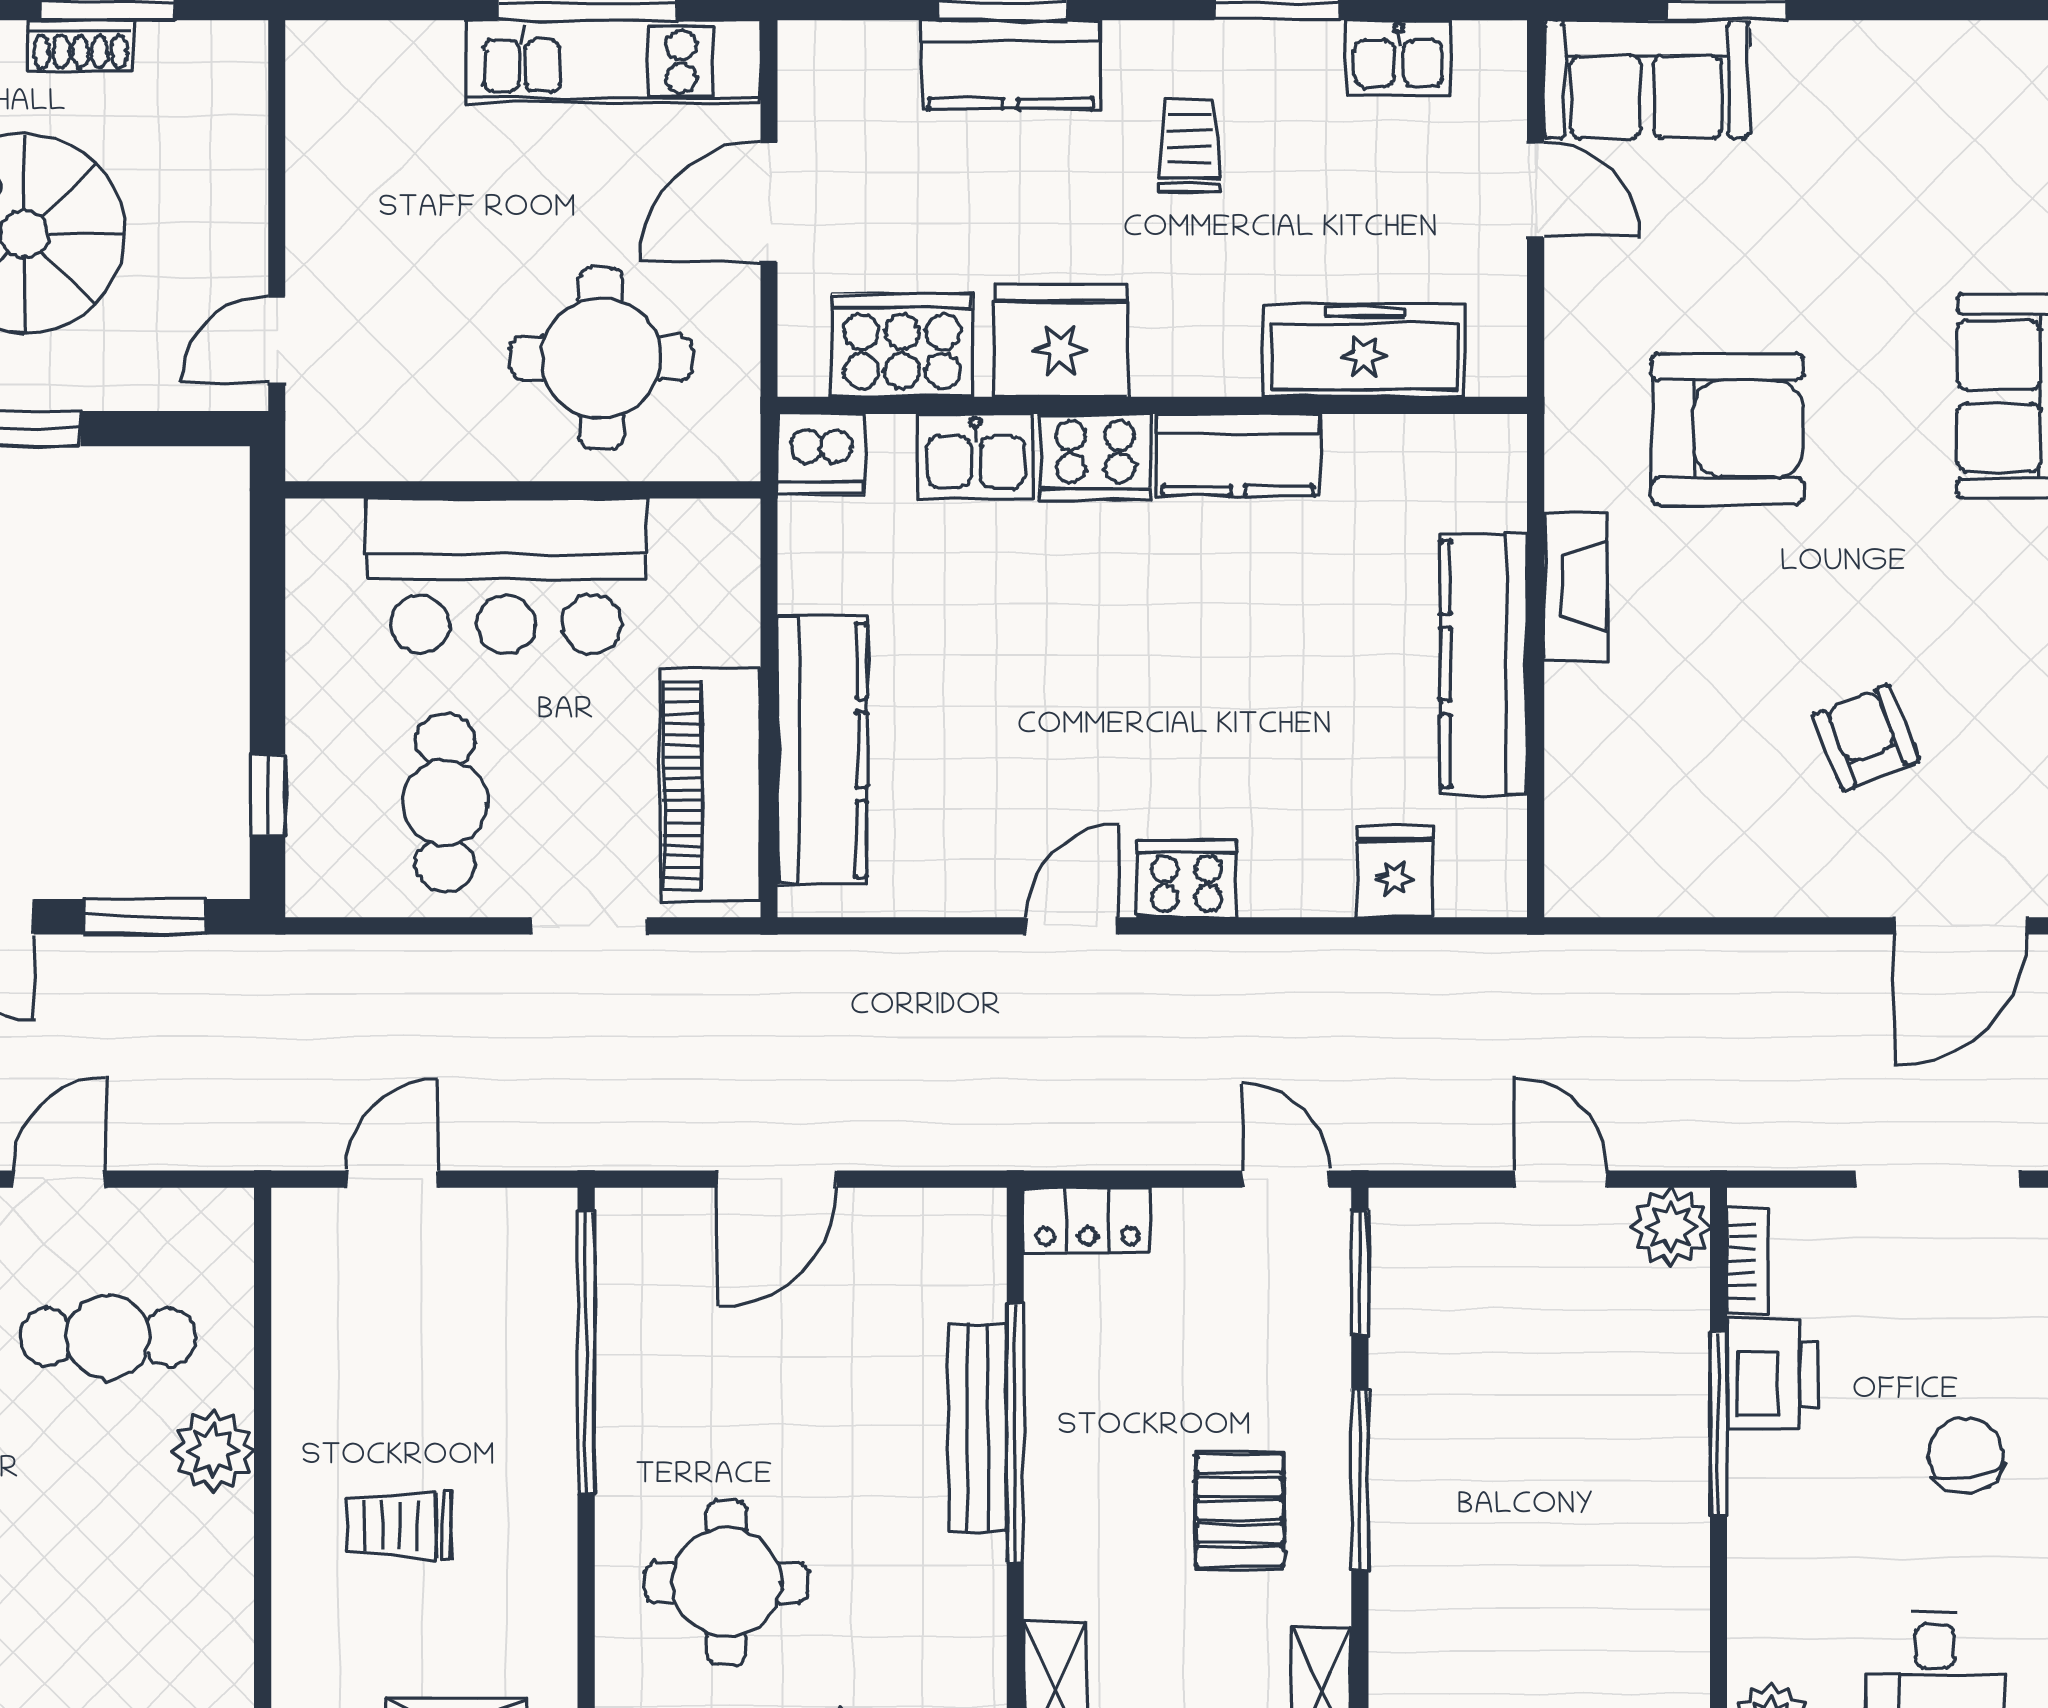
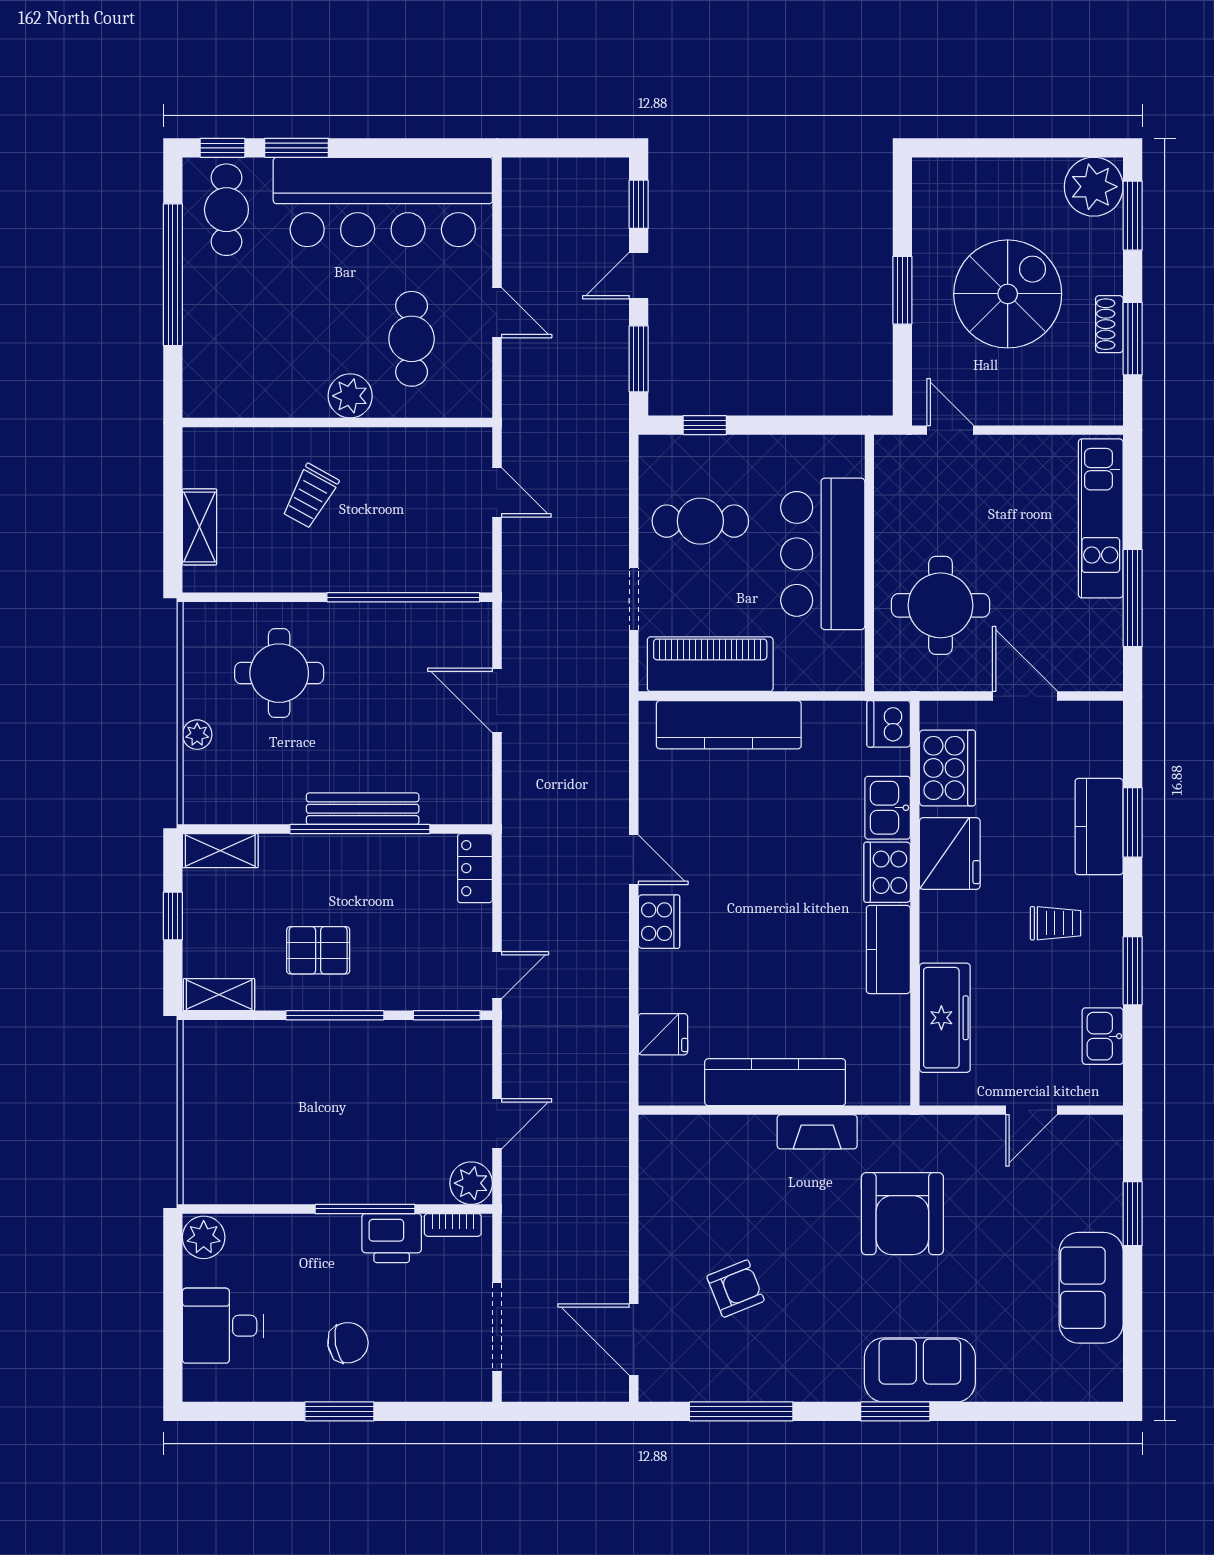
kitchen unit: (613, 61) -> (1101, 518), moved
sofa: (1646, 79) -> (1091, 1288), moved
trolley: (399, 1525) -> (310, 496), turned -151

